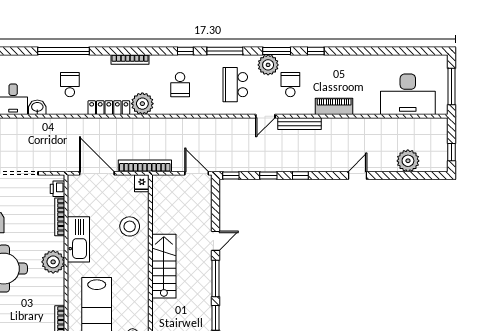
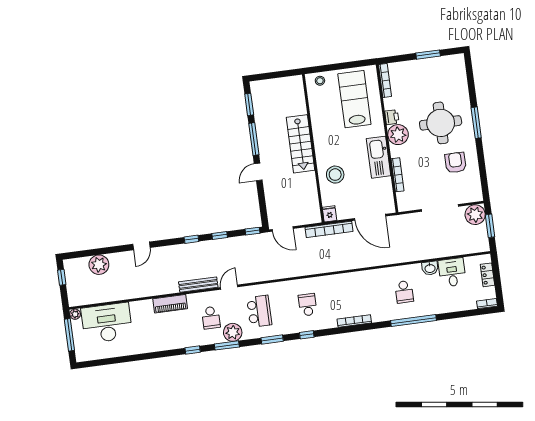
window: (225, 51) -> (272, 339), width x0.69
plant: (142, 104) -> (75, 314), moved, width x0.53, depth x0.53
locker: (109, 108) -> (367, 276), removed
printer: (57, 189) -> (392, 117), moved

